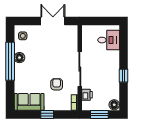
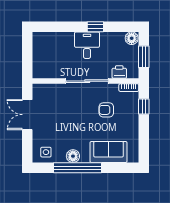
desk: (109, 40) -> (87, 45), moved
sofa: (29, 102) -> (109, 152), moved, turned 90
window: (47, 115) -> (144, 106), moved

